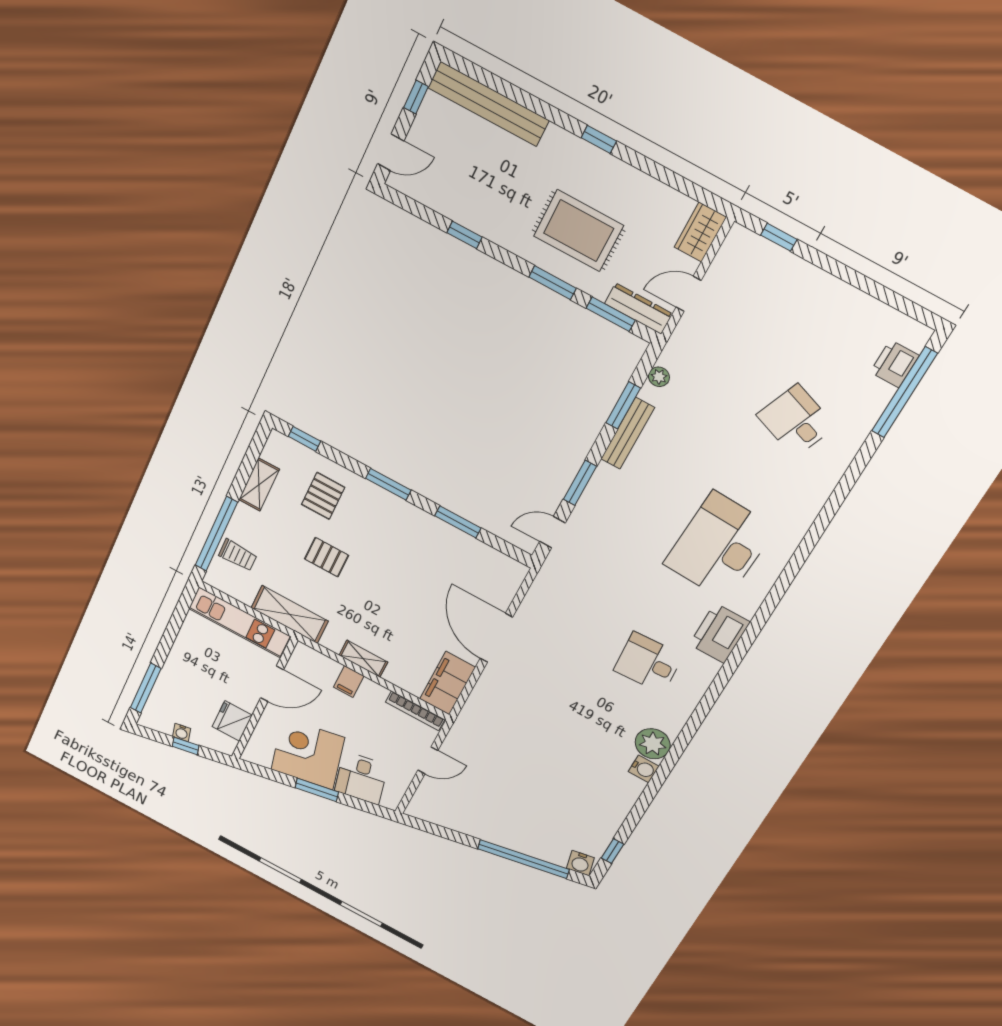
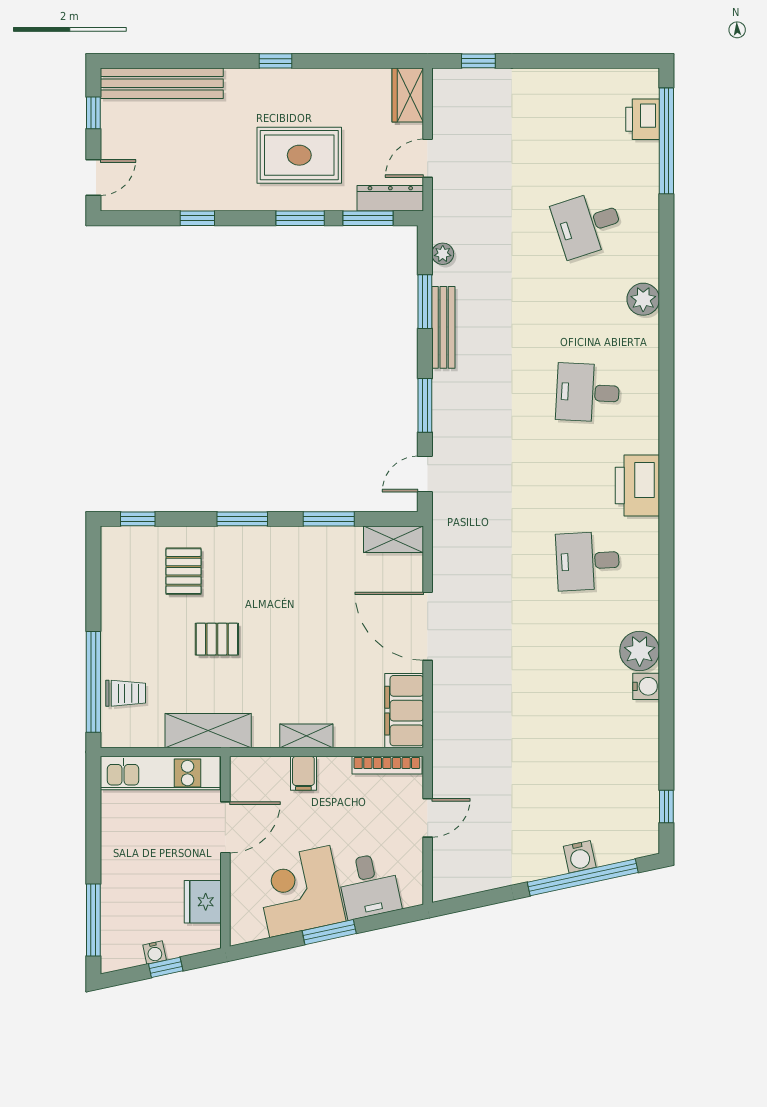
desk: (796, 421) -> (588, 224), turned -39
shelving: (259, 484) -> (394, 539), moved, turned 90
plant: (808, 503) -> (643, 299), added
desk: (719, 546) -> (588, 393), width x0.53, depth x0.77
water cooler: (580, 863) -> (580, 857), moved

